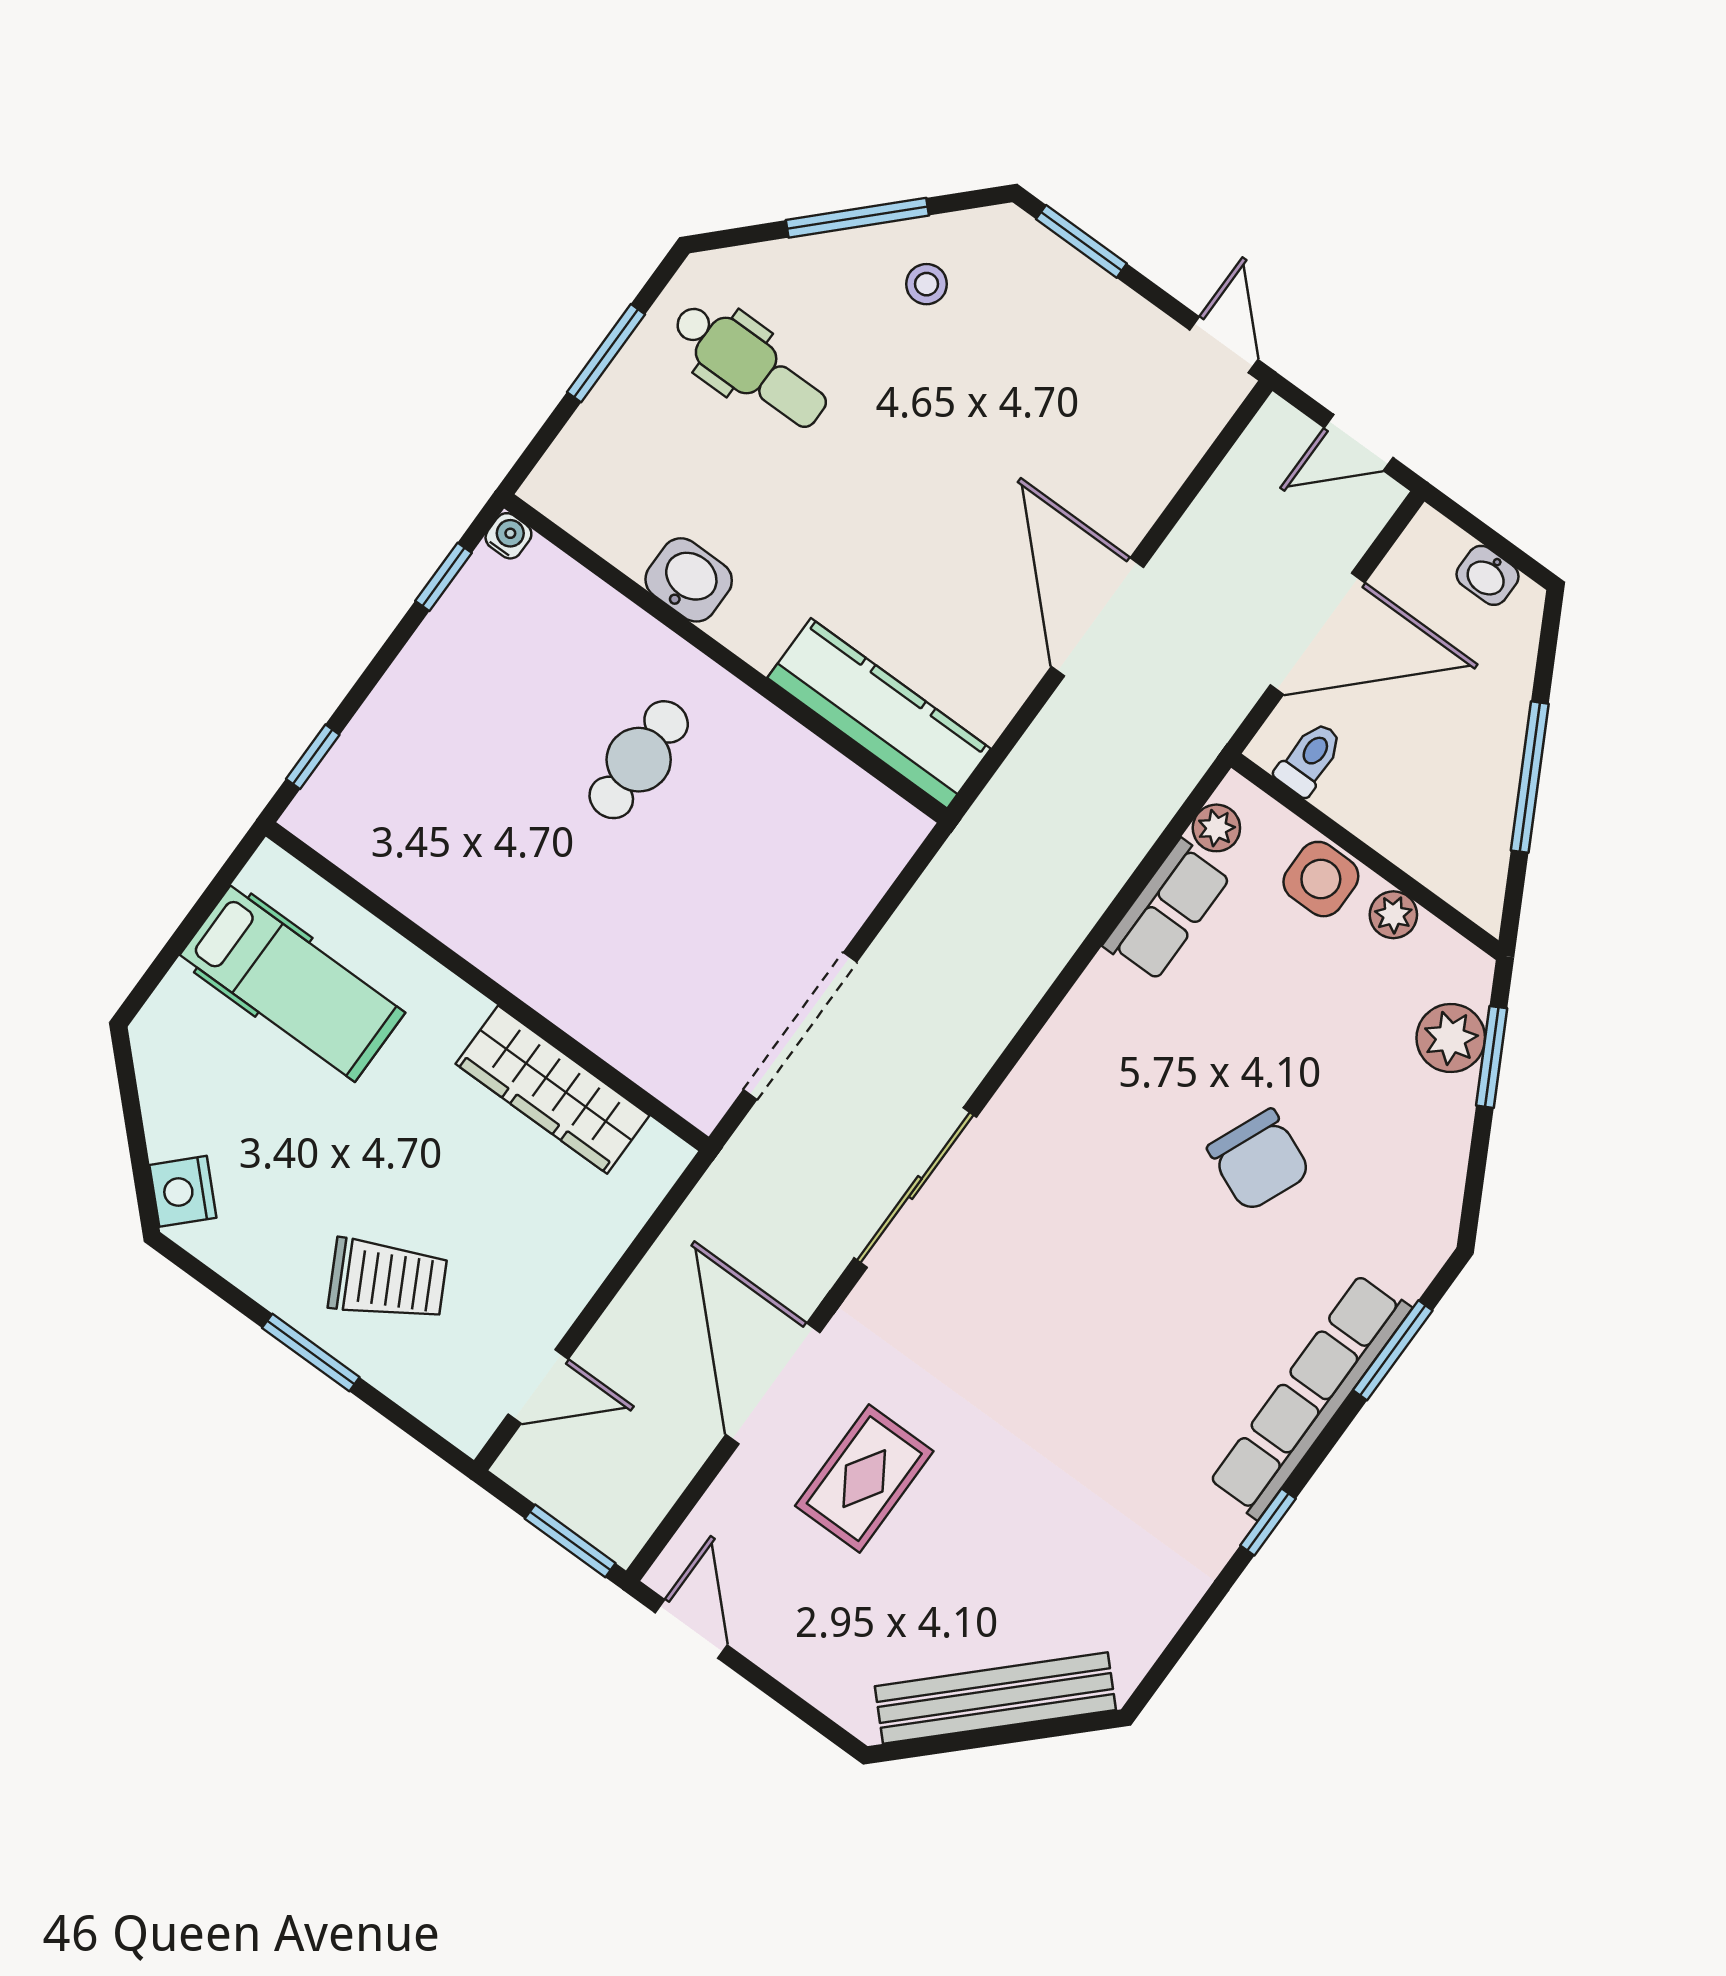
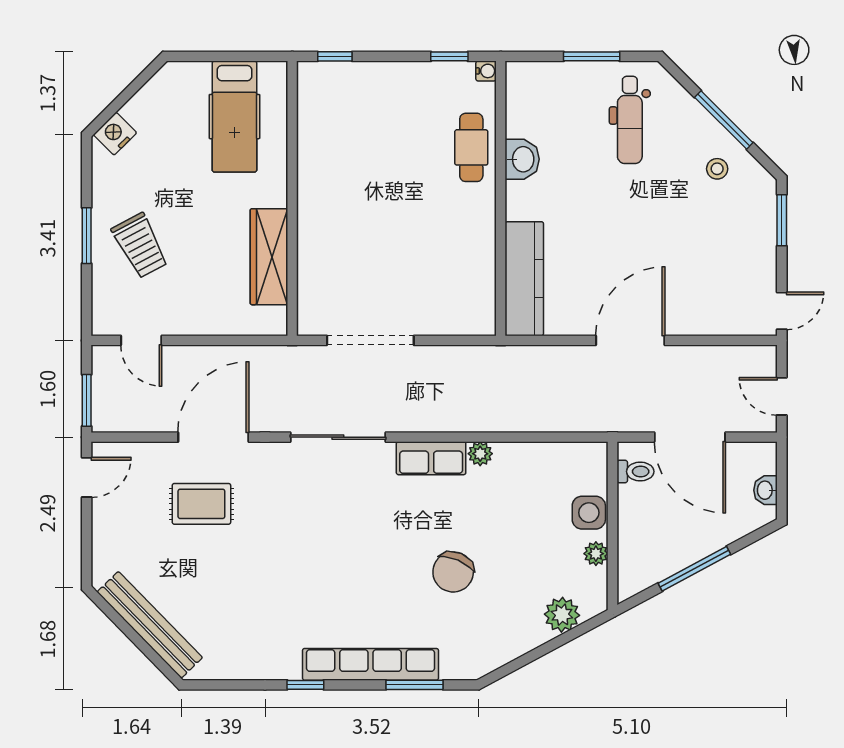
cafe table: (639, 760) -> (471, 147), moved, turned 90
plant: (1216, 828) -> (480, 454), moved
row of seats: (1167, 910) -> (431, 458), moved
window: (1492, 1057) -> (566, 637), removed

